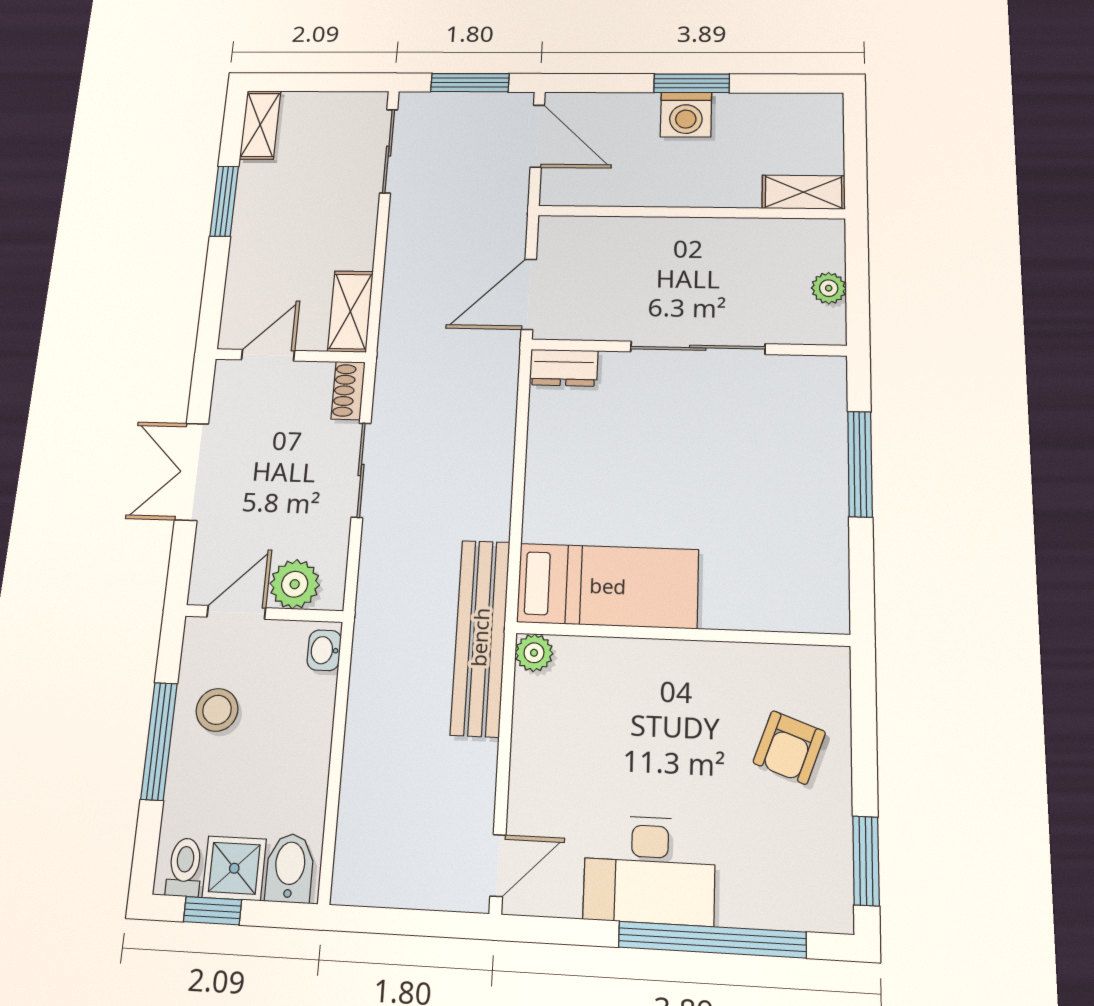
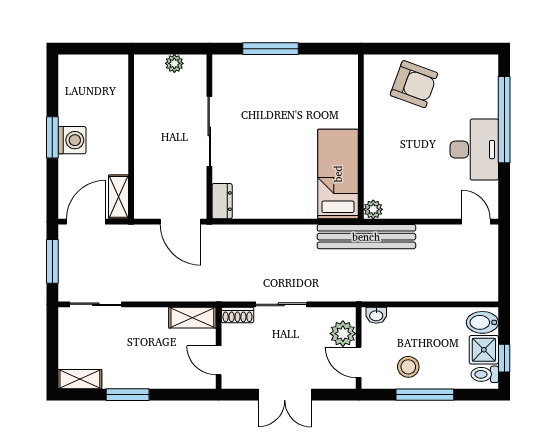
shelving: (803, 192) -> (119, 197), moved
armchair: (789, 747) -> (414, 84), width x1.38, depth x1.38
window: (866, 861) -> (465, 49), removed

